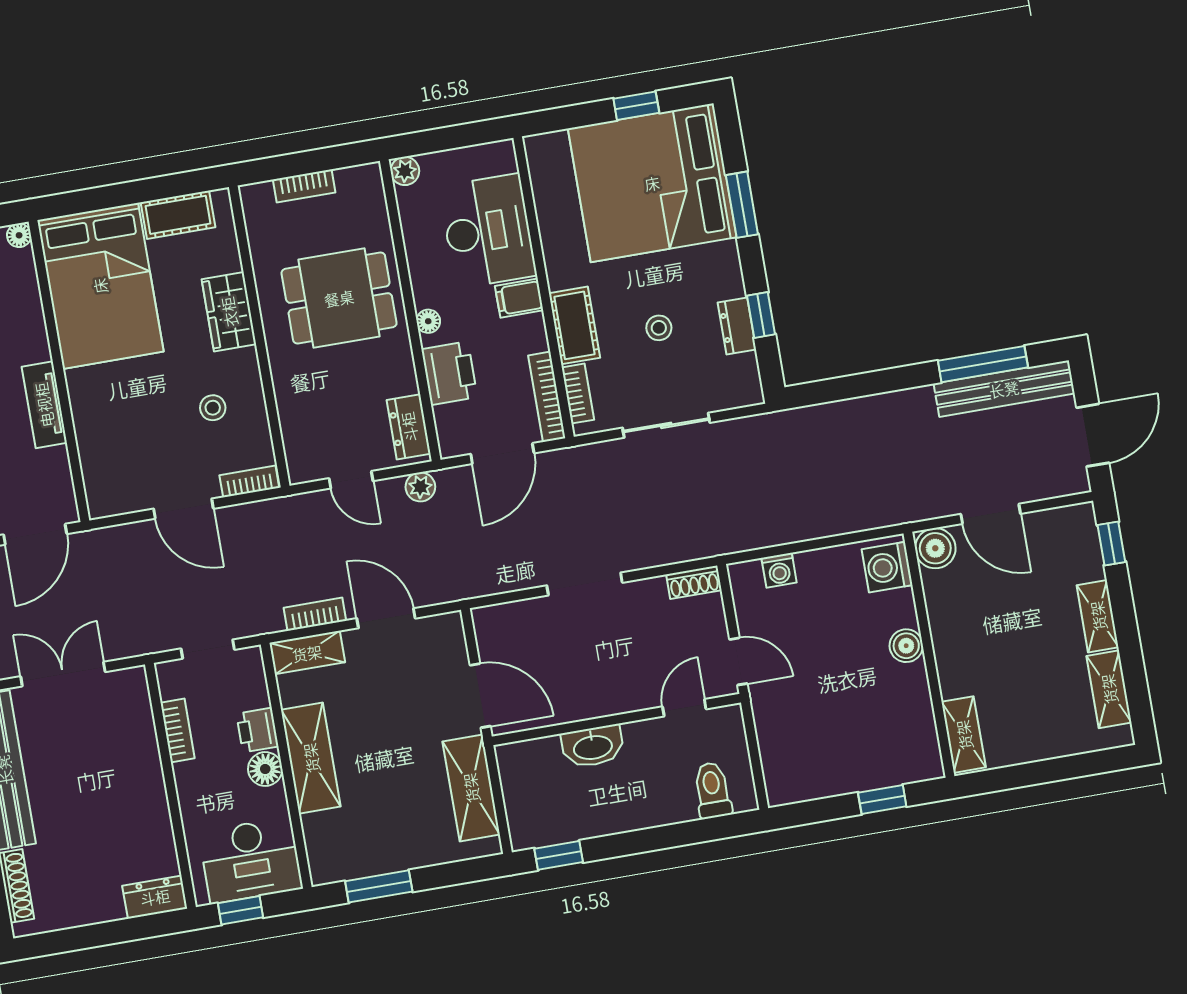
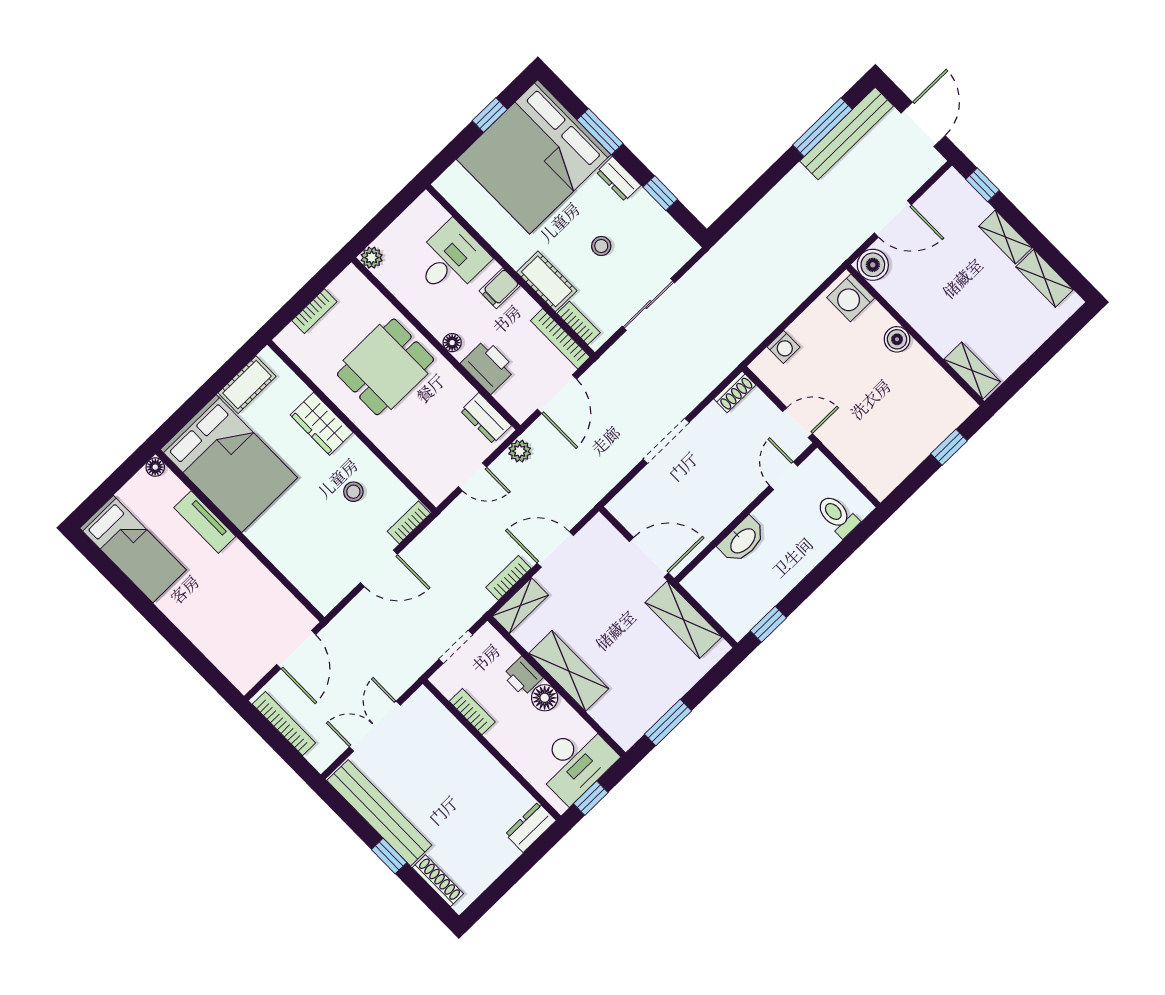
desk: (488, 231) -> (451, 259), width x0.73
dresser: (737, 326) -> (619, 179), moved
tv unit: (44, 405) -> (205, 522), moved

